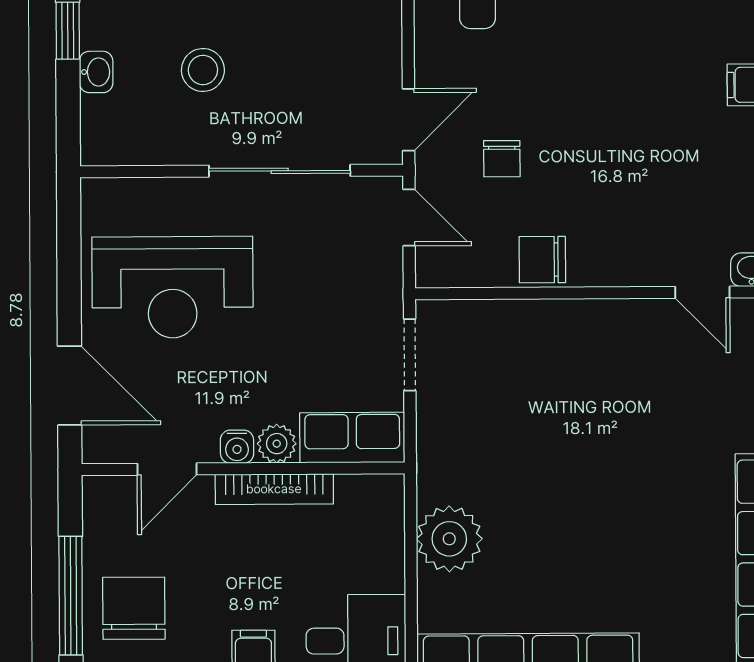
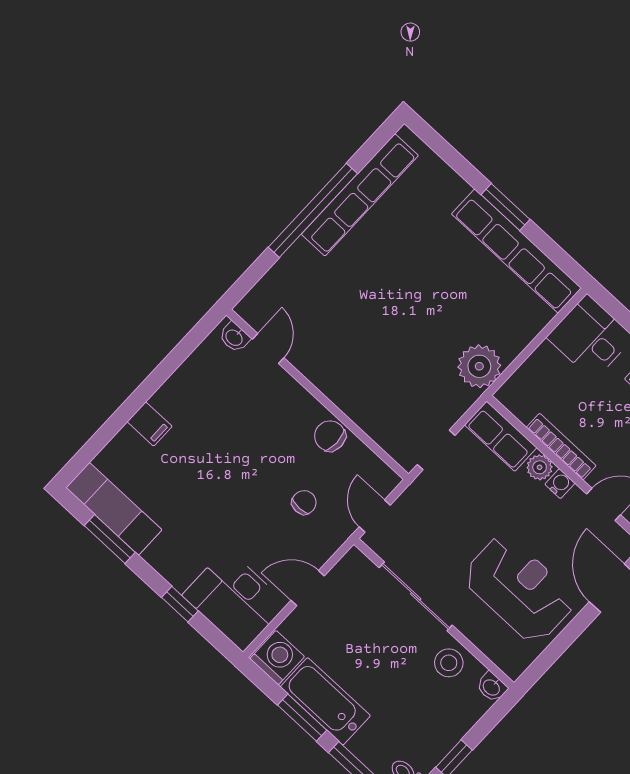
stool: (203, 70) -> (449, 663), moved
washbasin: (96, 72) -> (492, 687), moved, turned -90
door: (409, 120) -> (308, 588), moved
chair: (542, 260) -> (330, 436), turned 180
plant: (449, 539) -> (479, 366), moved

